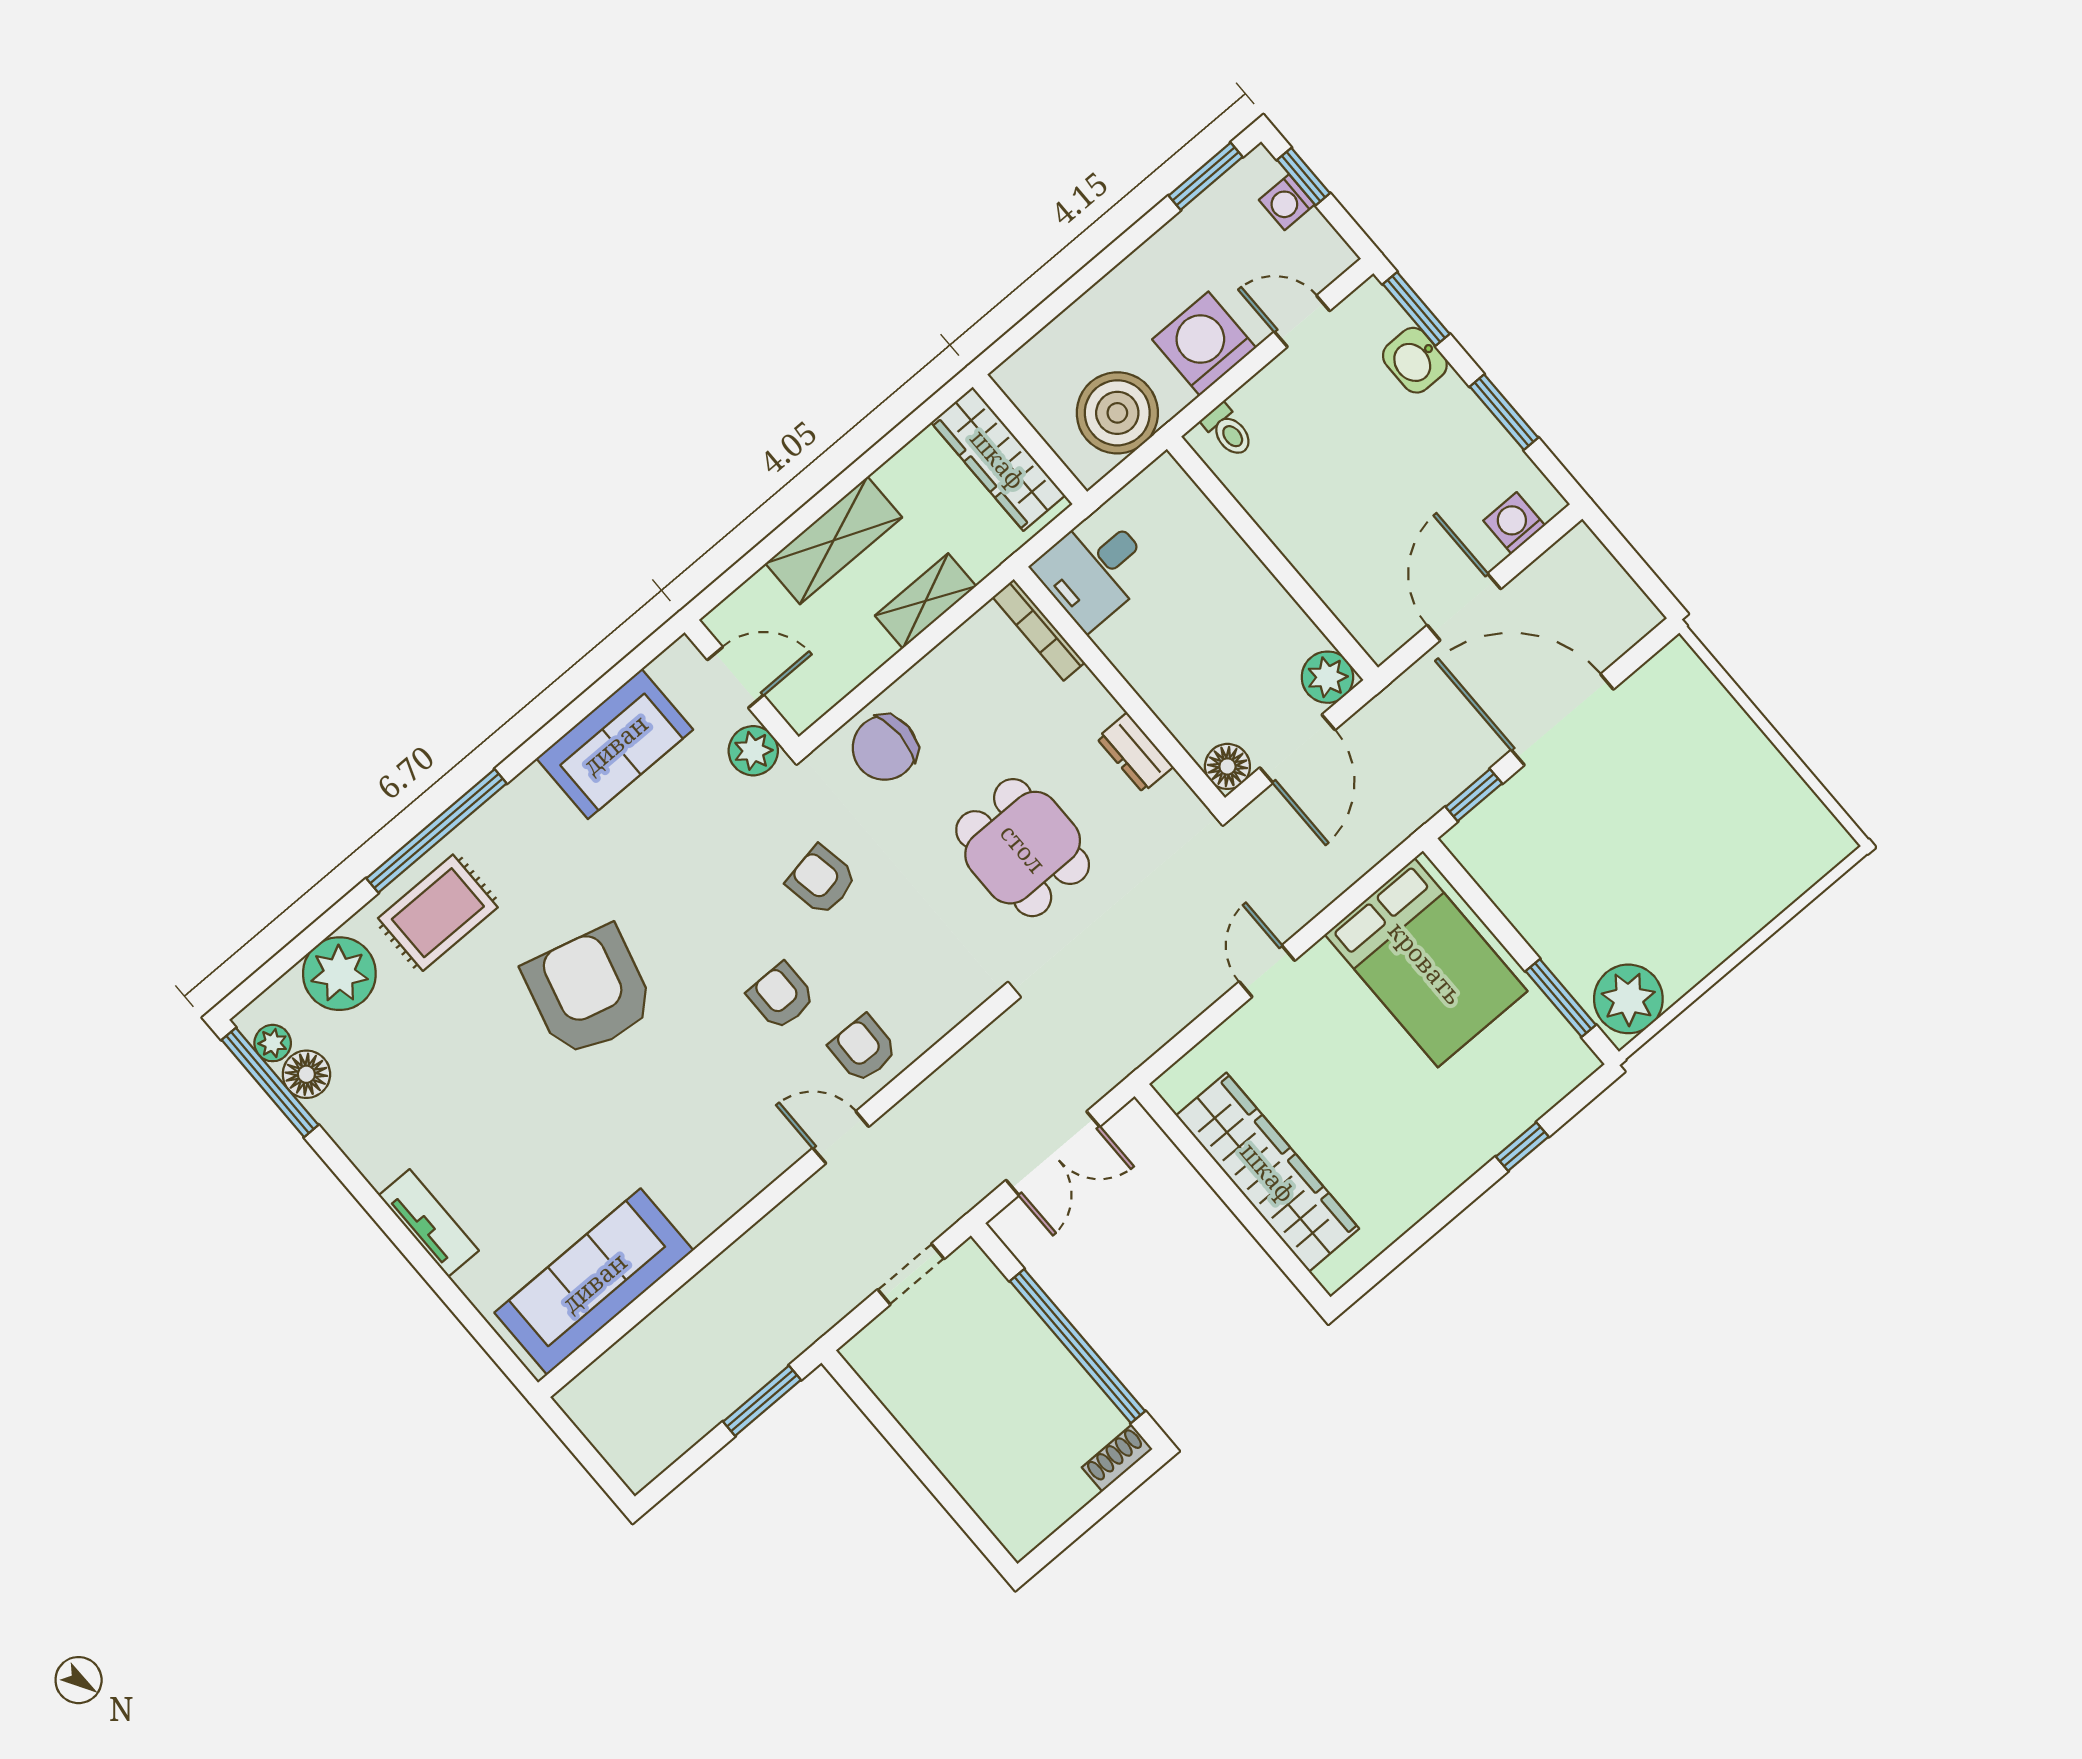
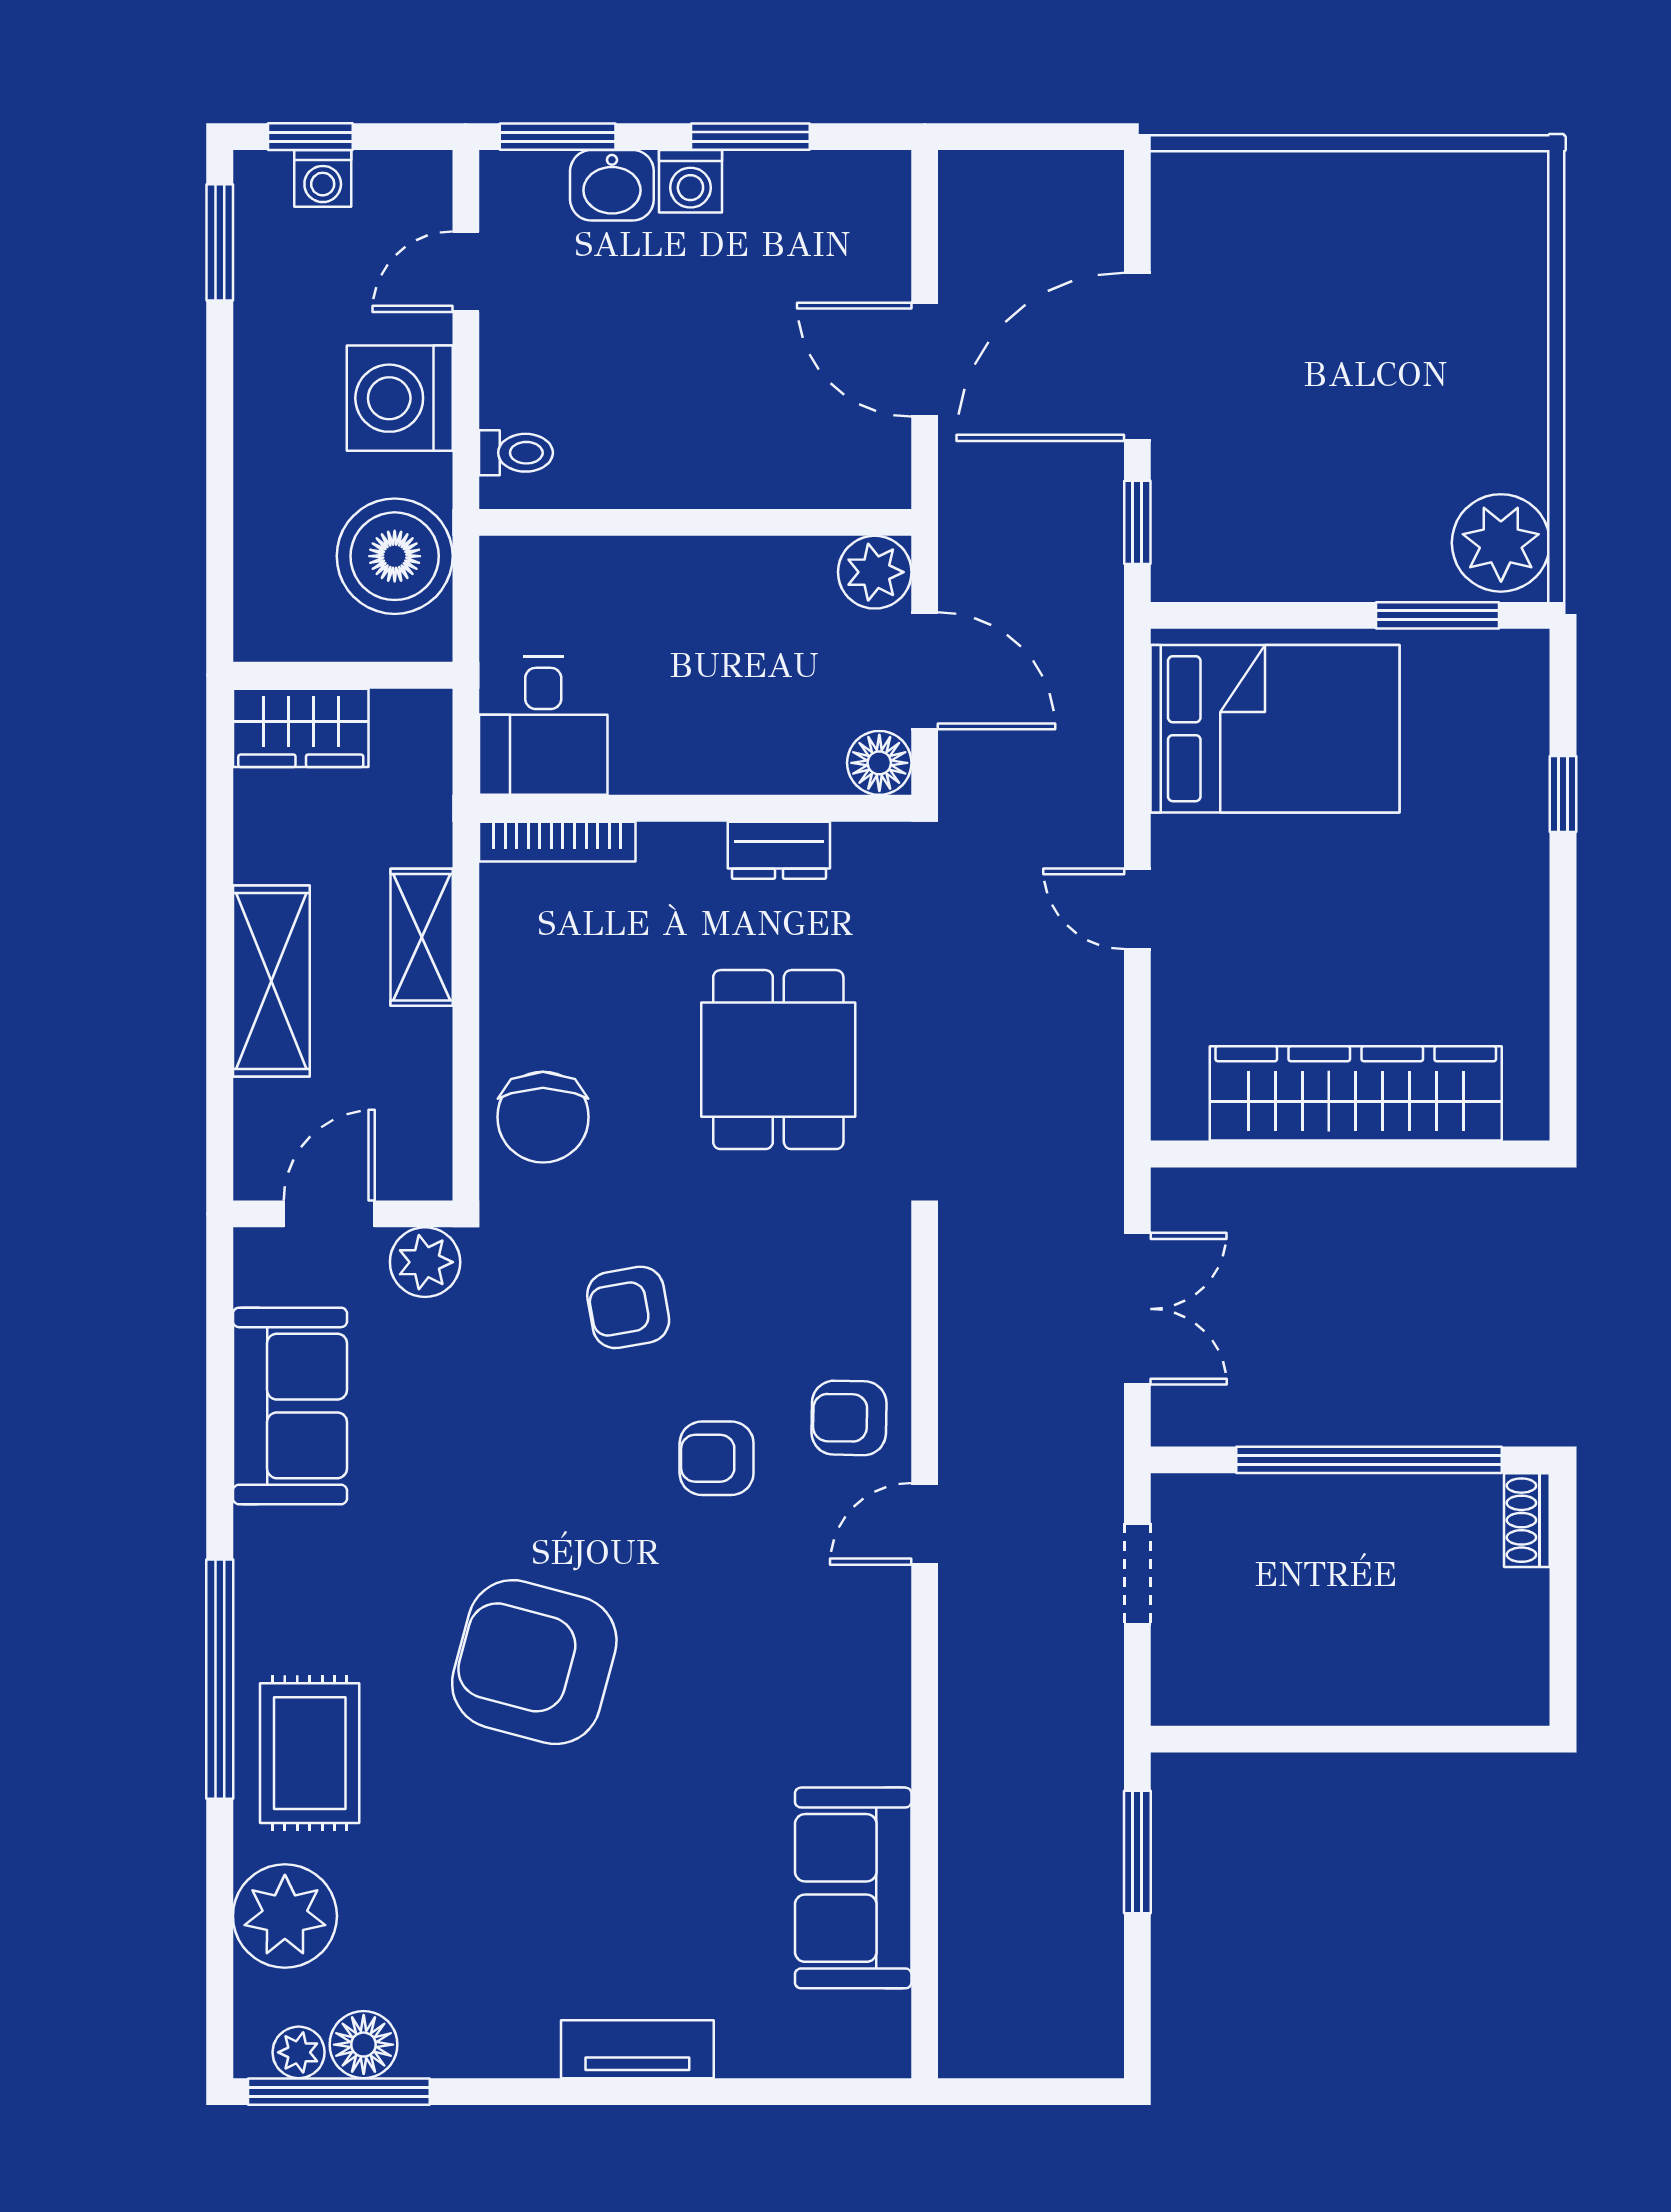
wardrobe: (998, 459) -> (301, 728), width x0.67
washing machine: (1514, 523) -> (690, 181), moved, turned -90
dining table: (1023, 848) -> (778, 1060), turned 90
sofa: (594, 1282) -> (853, 1888), width x0.73

